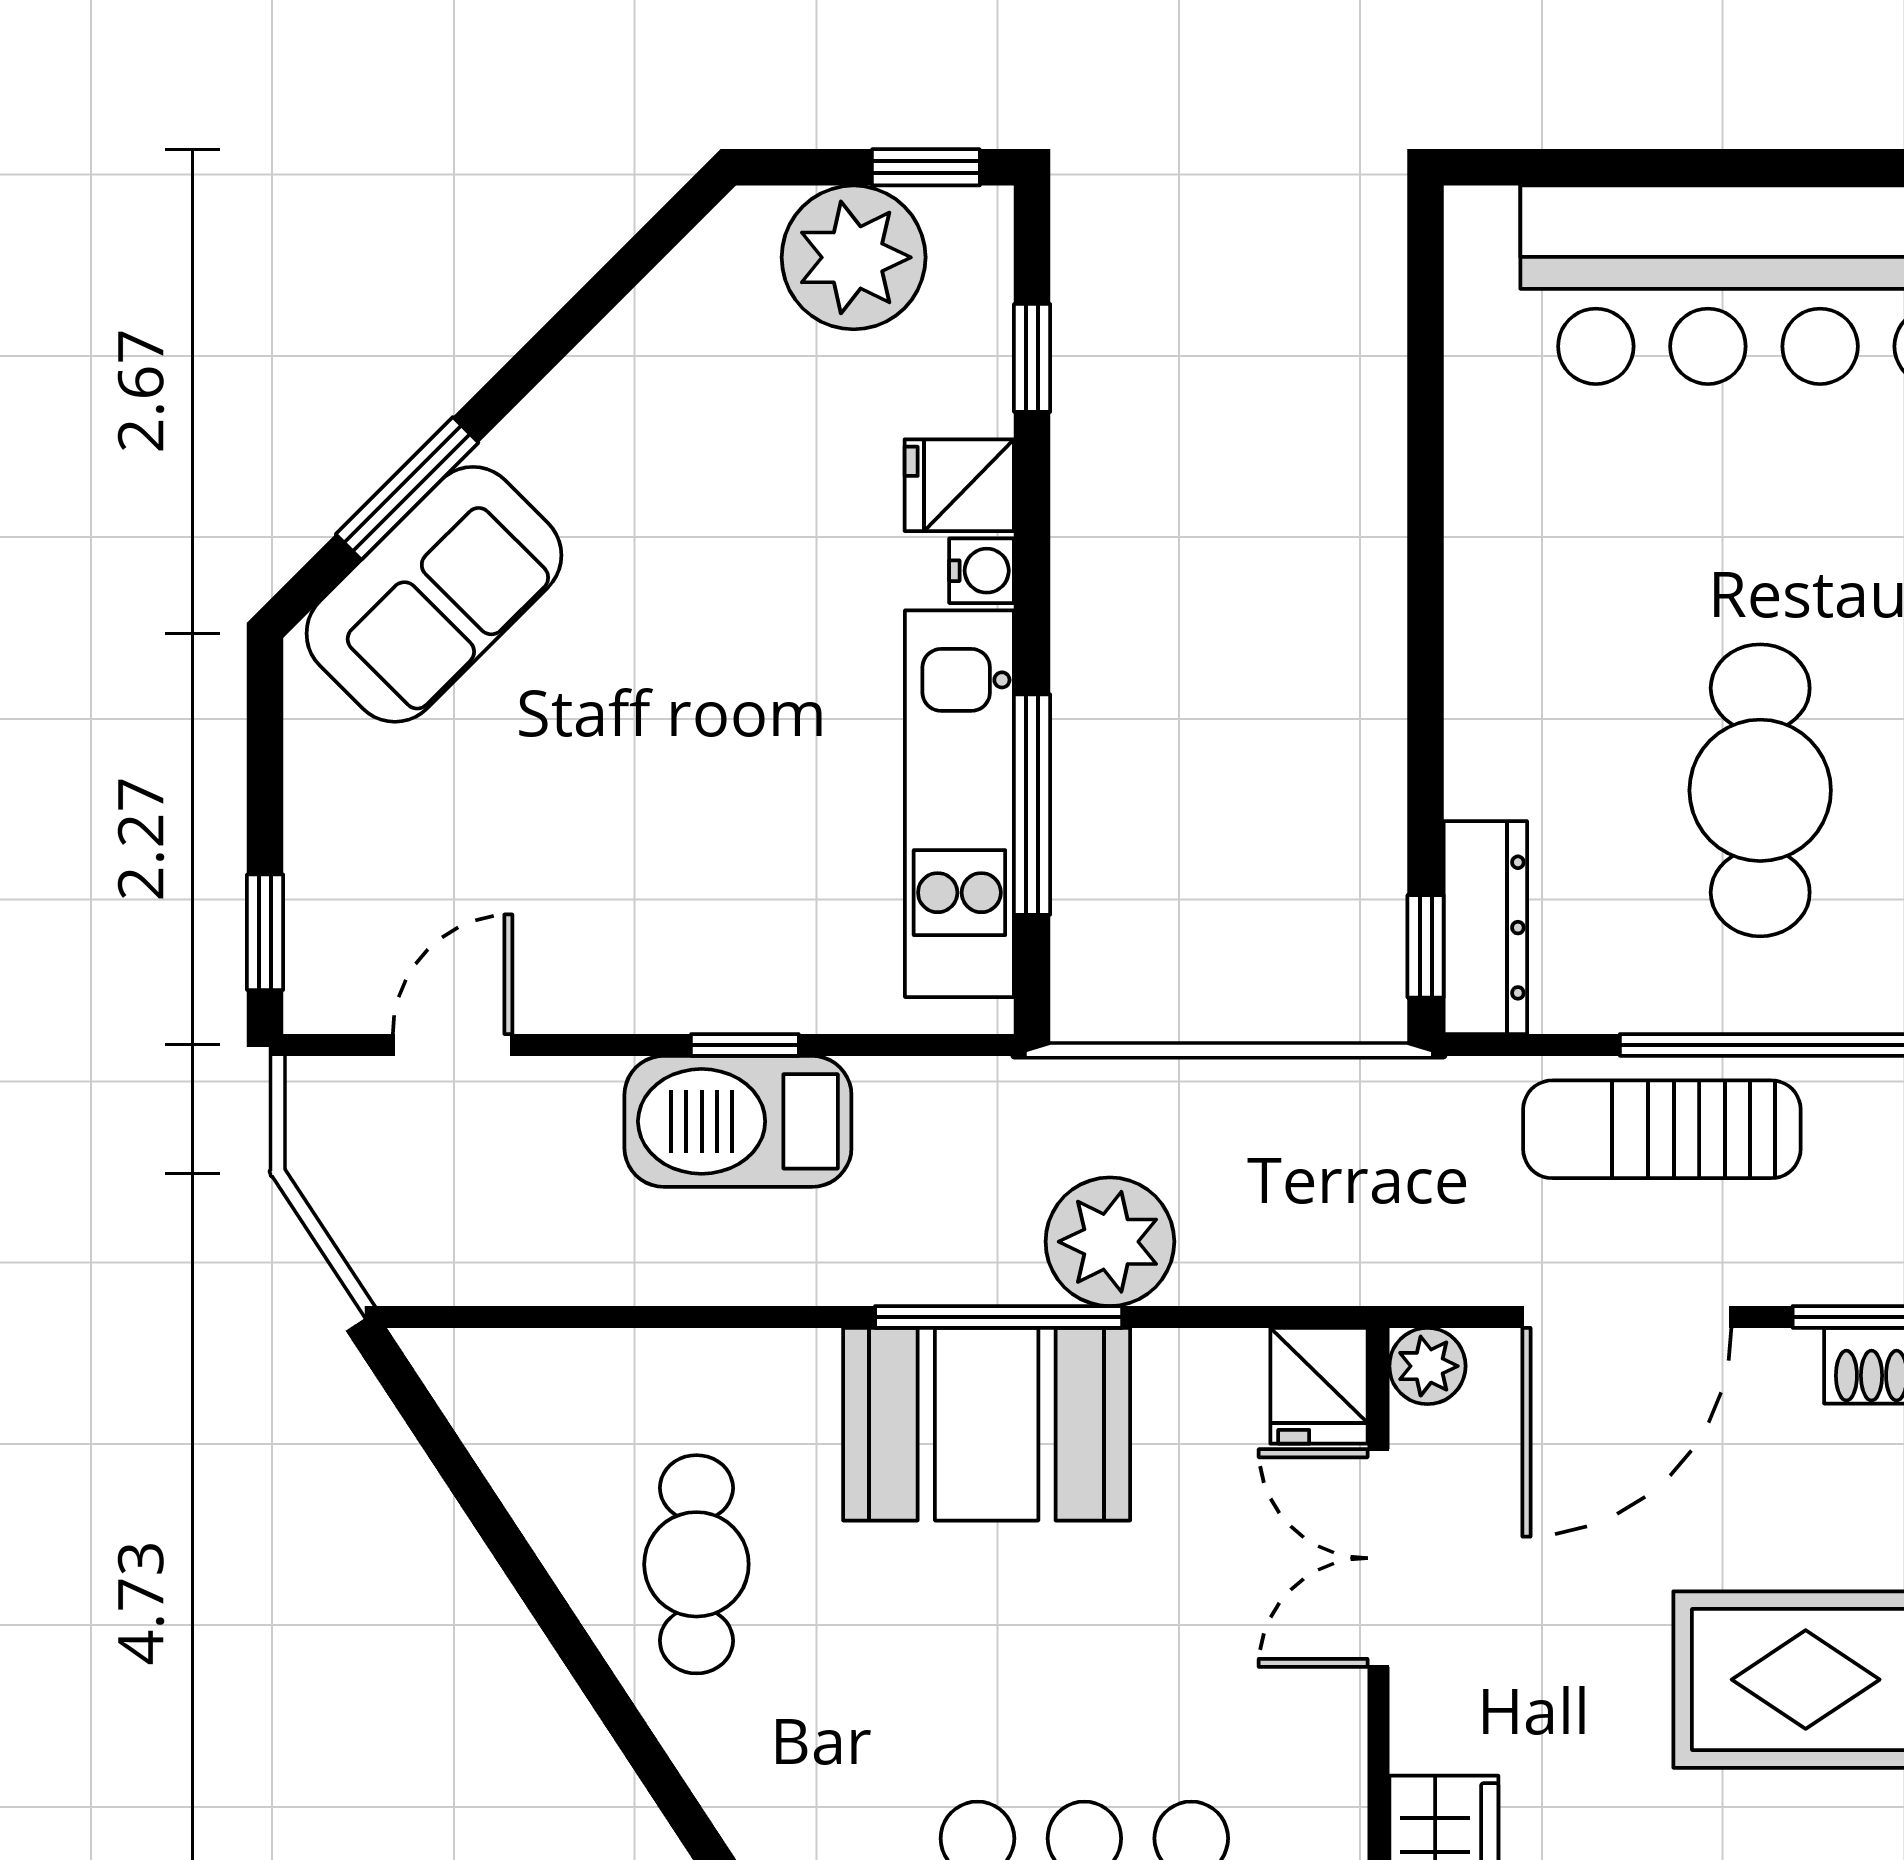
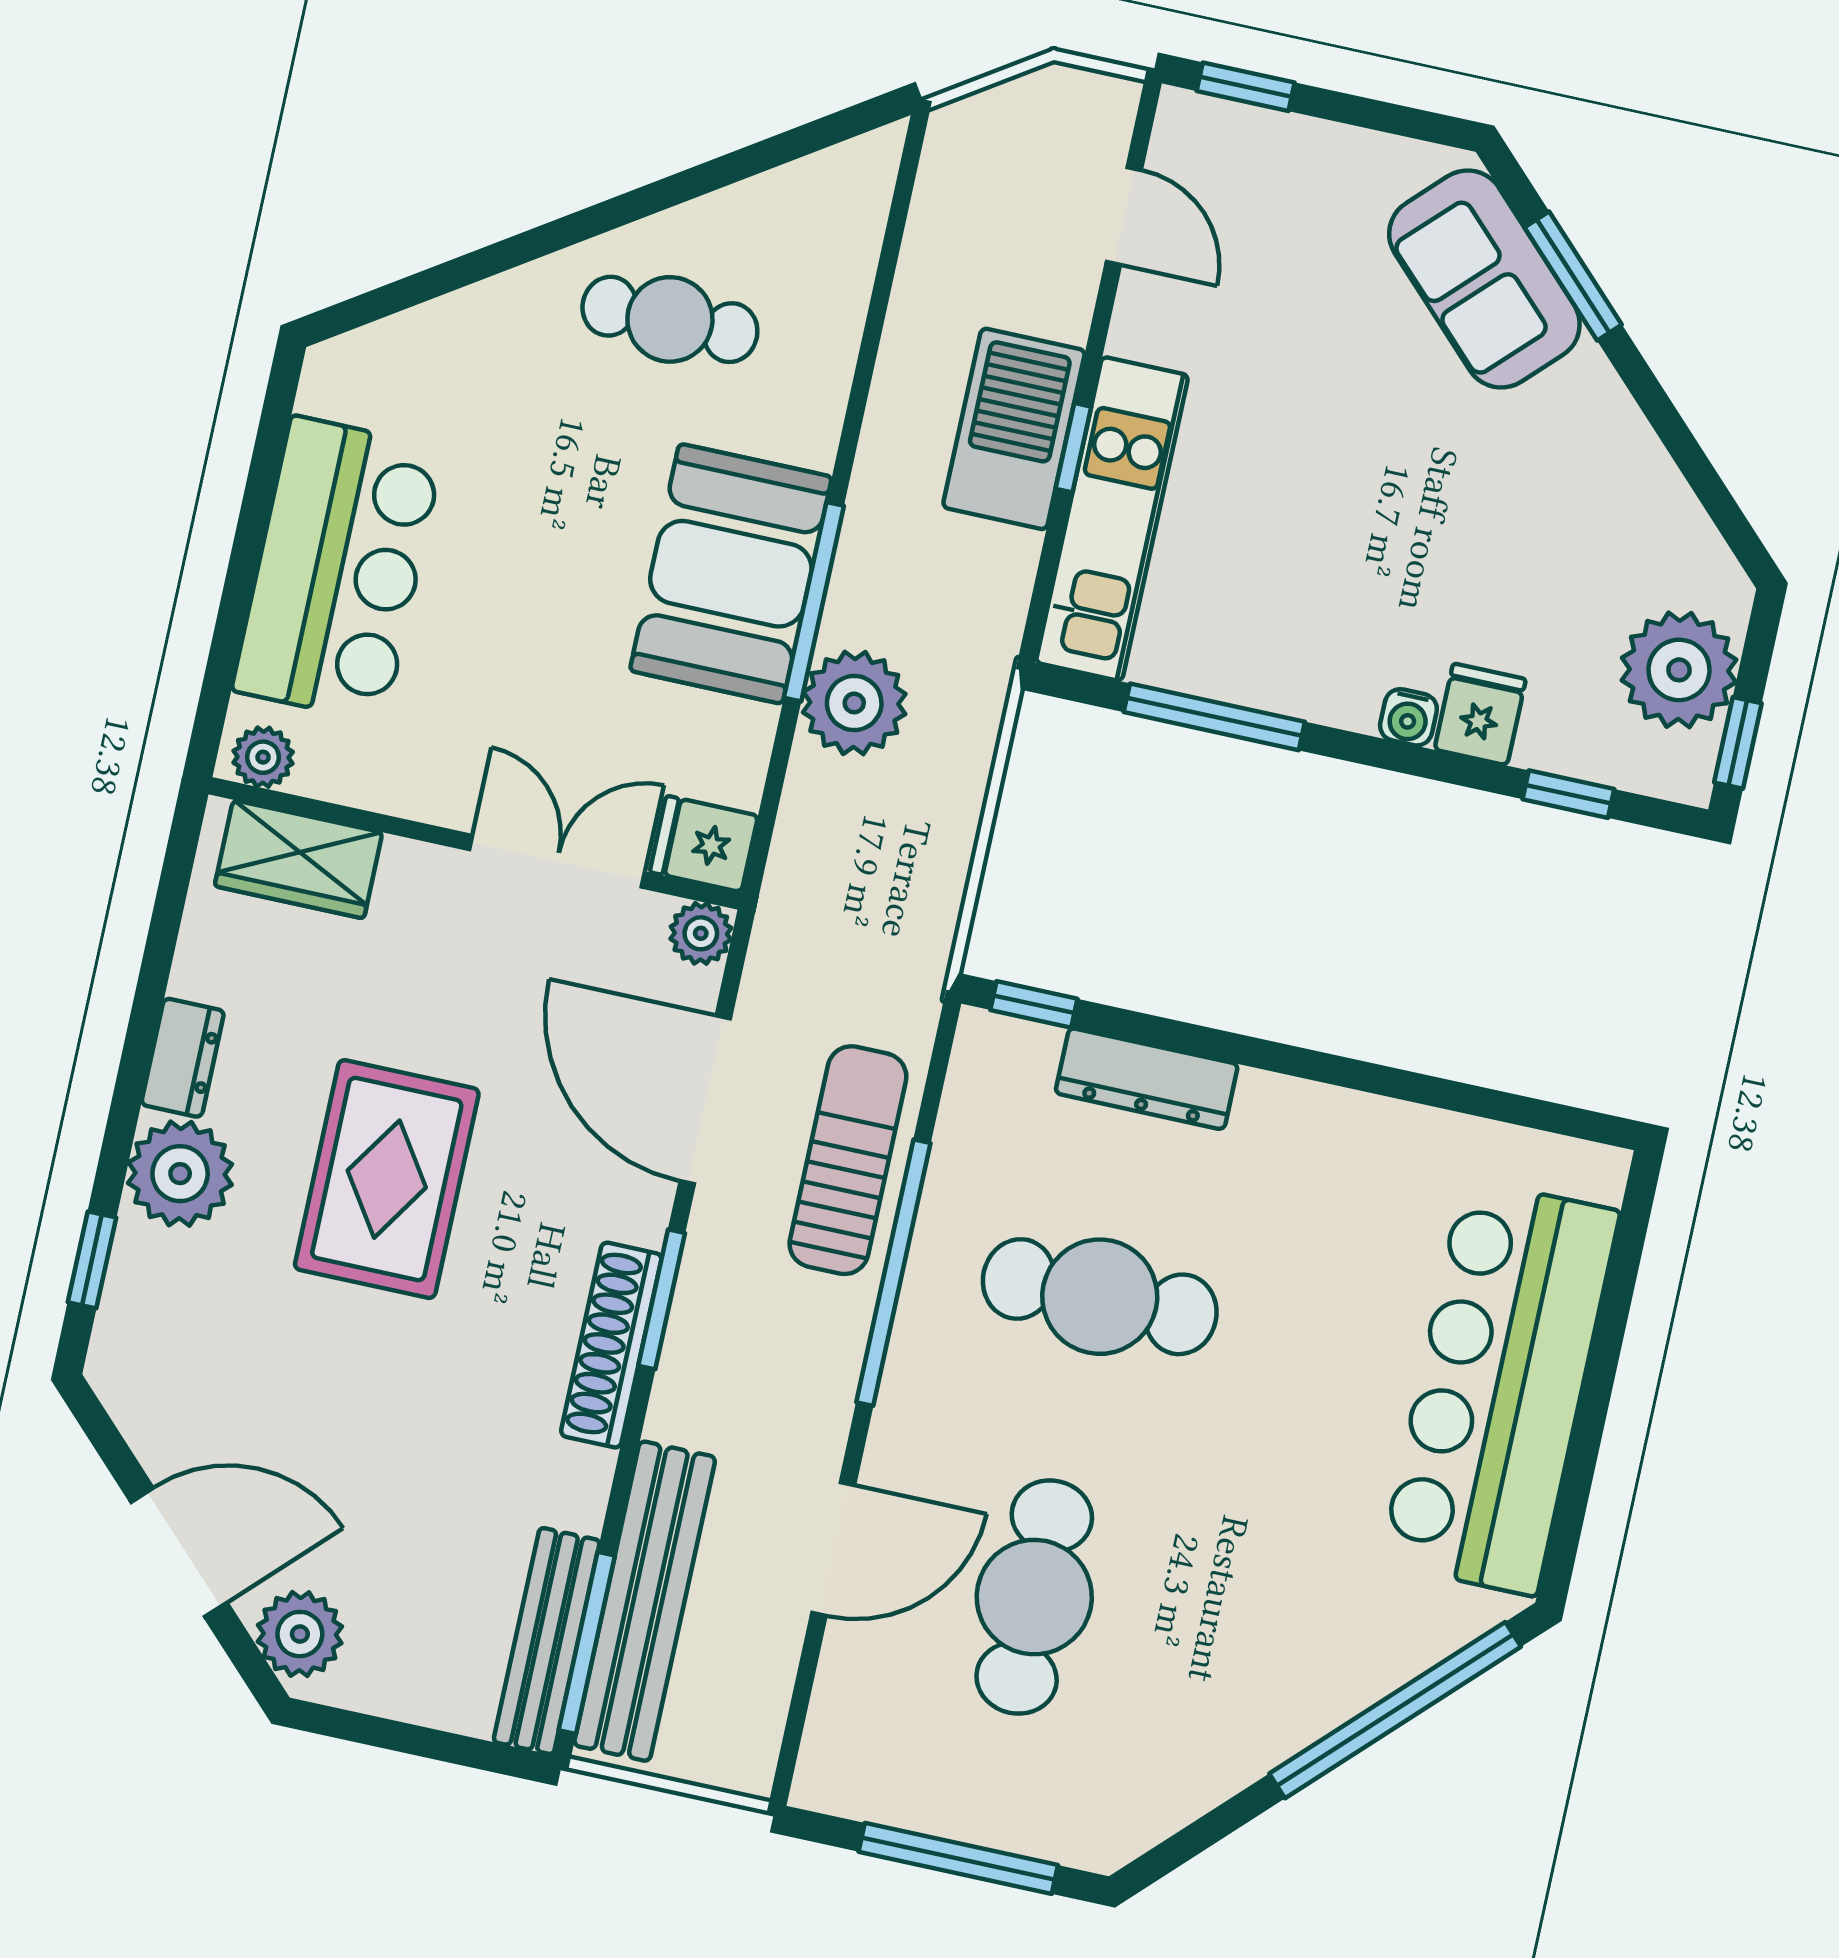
kitchen unit: (959, 804) -> (1112, 519), moved, turned 90
dresser: (1485, 928) -> (1147, 1079), moved

